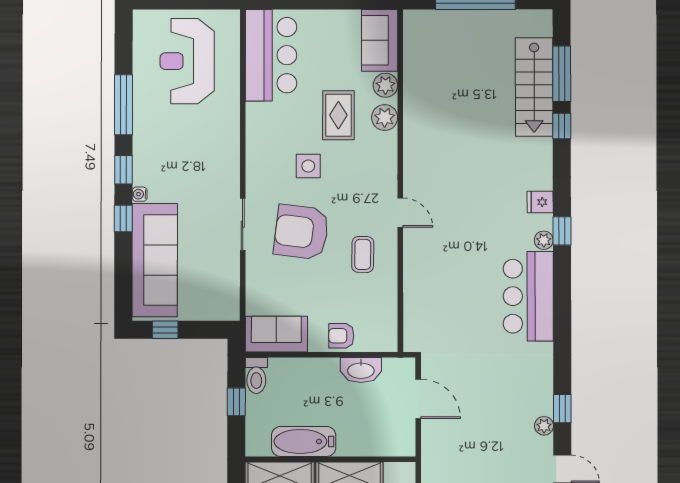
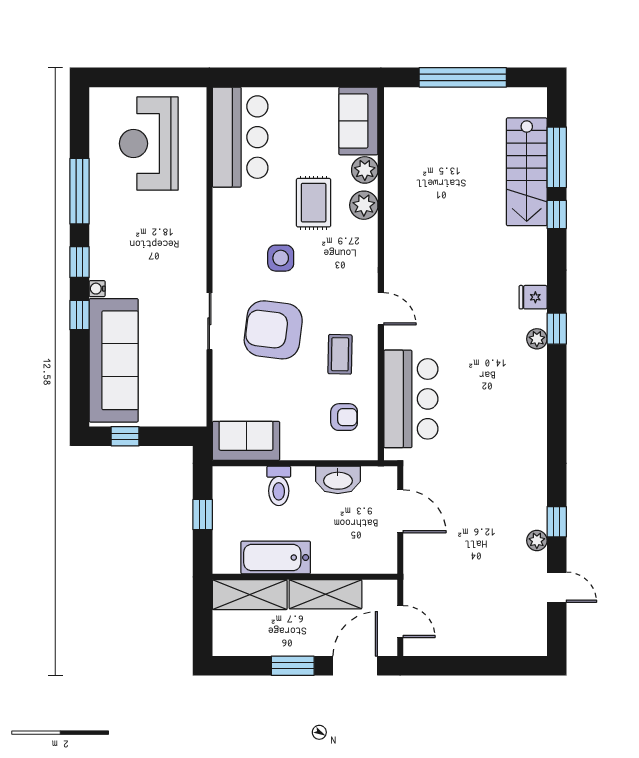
bar counter: (528, 296) -> (411, 399), moved, turned 180
armchair: (341, 336) -> (344, 417), moved, turned 180
toilet: (256, 375) -> (279, 486), moved

